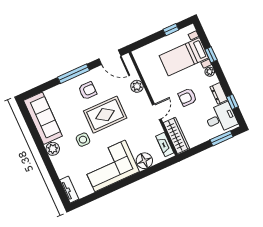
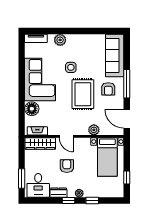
door: (110, 57) -> (127, 119), hinge flipped
bed with nightstands: (184, 57) -> (107, 157), moved, turned 180
window: (232, 102) -> (69, 200), moved
sofa: (43, 118) -> (115, 55), moved, turned 90
plant: (53, 149) -> (60, 40), moved

